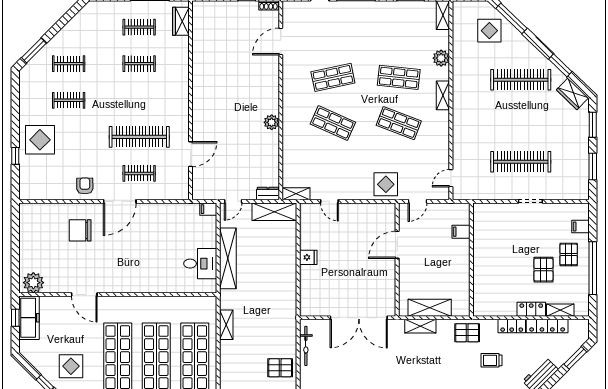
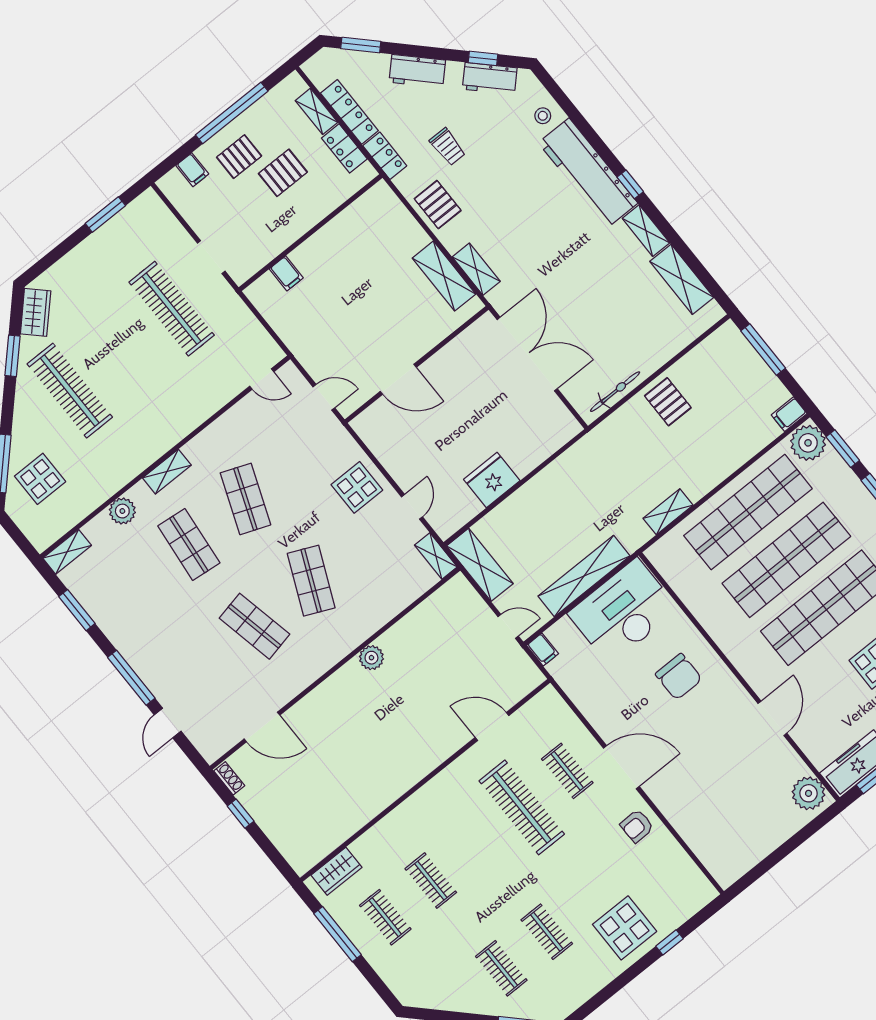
window: (593, 125) -> (54, 256), removed
display table: (386, 184) -> (357, 487), moved
dresser: (268, 194) -> (464, 591), removed
chair: (80, 230) -> (679, 677), moved
filing cabinet: (461, 232) -> (286, 273), moved
fridge: (308, 257) -> (492, 480), width x1.88, depth x1.34
wall: (471, 260) -> (311, 233), moved
desk: (200, 264) -> (623, 611), width x1.87, depth x1.30

